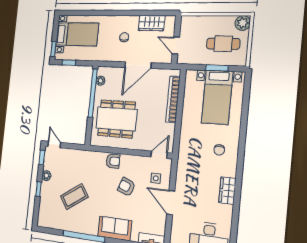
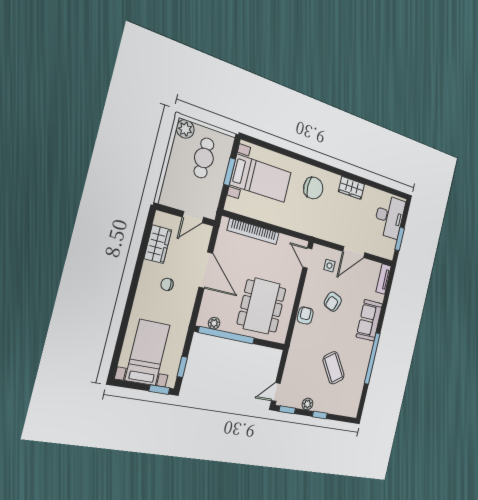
chair: (219, 150) -> (313, 188), width x1.87, depth x1.87

